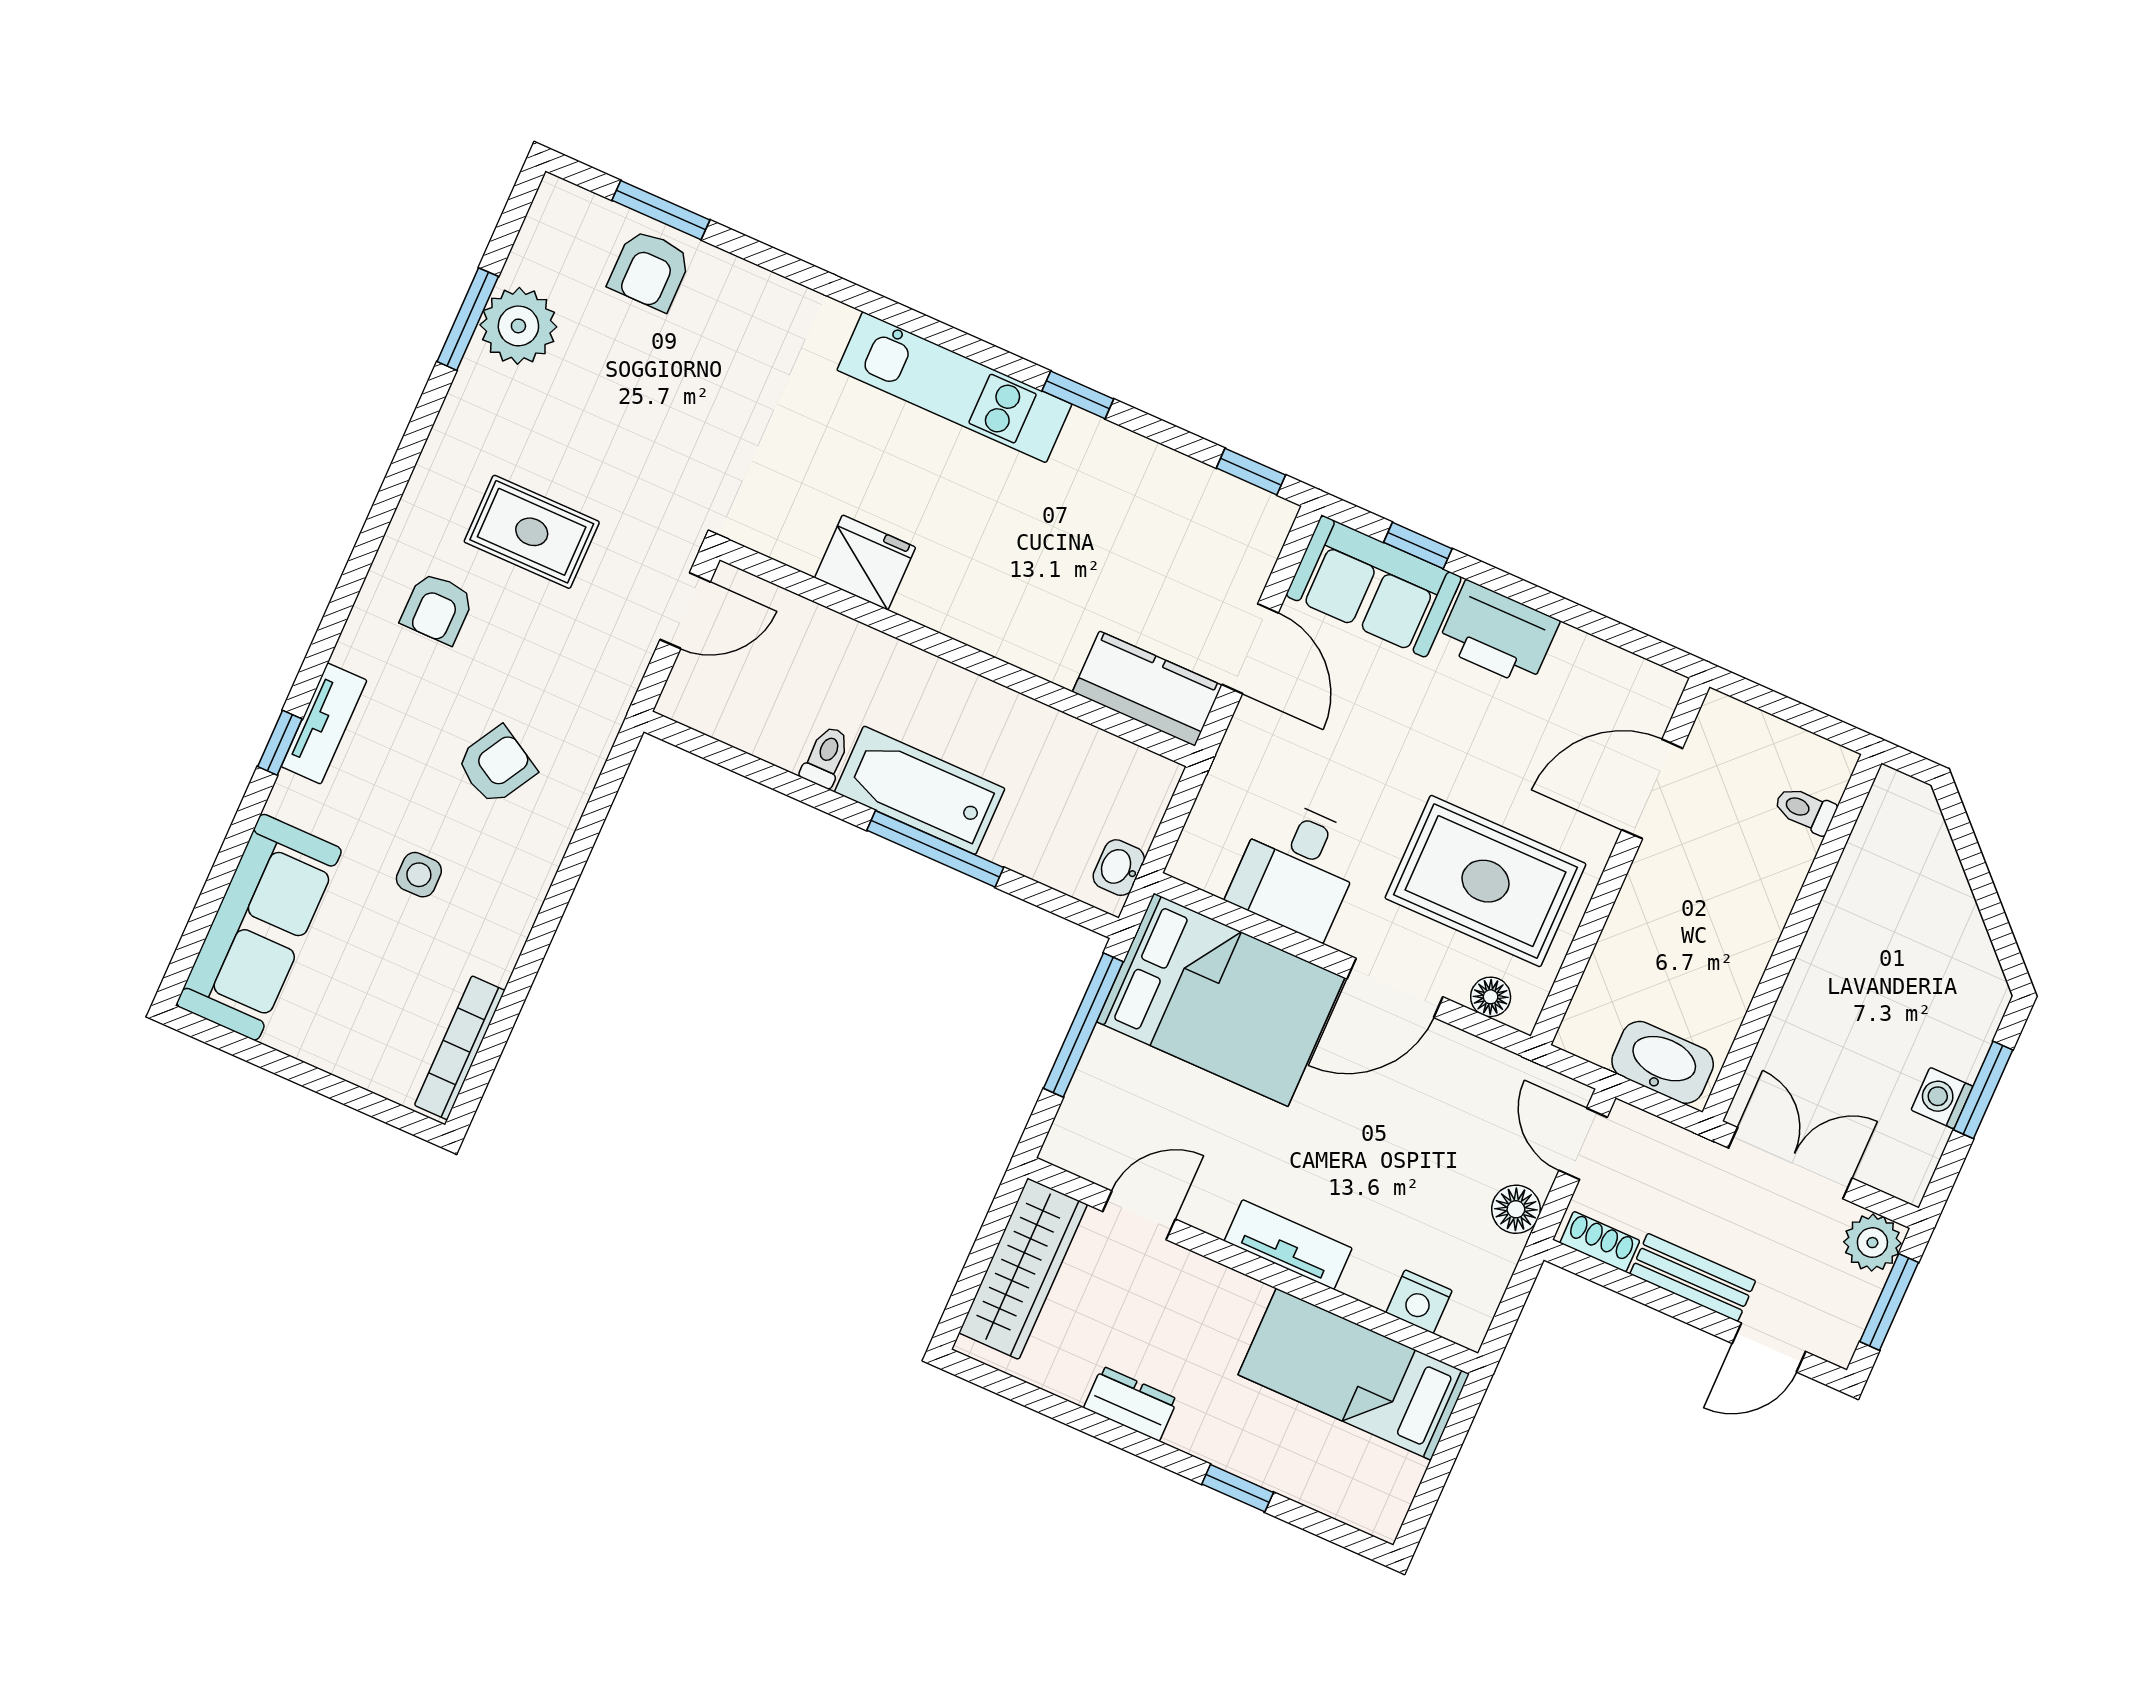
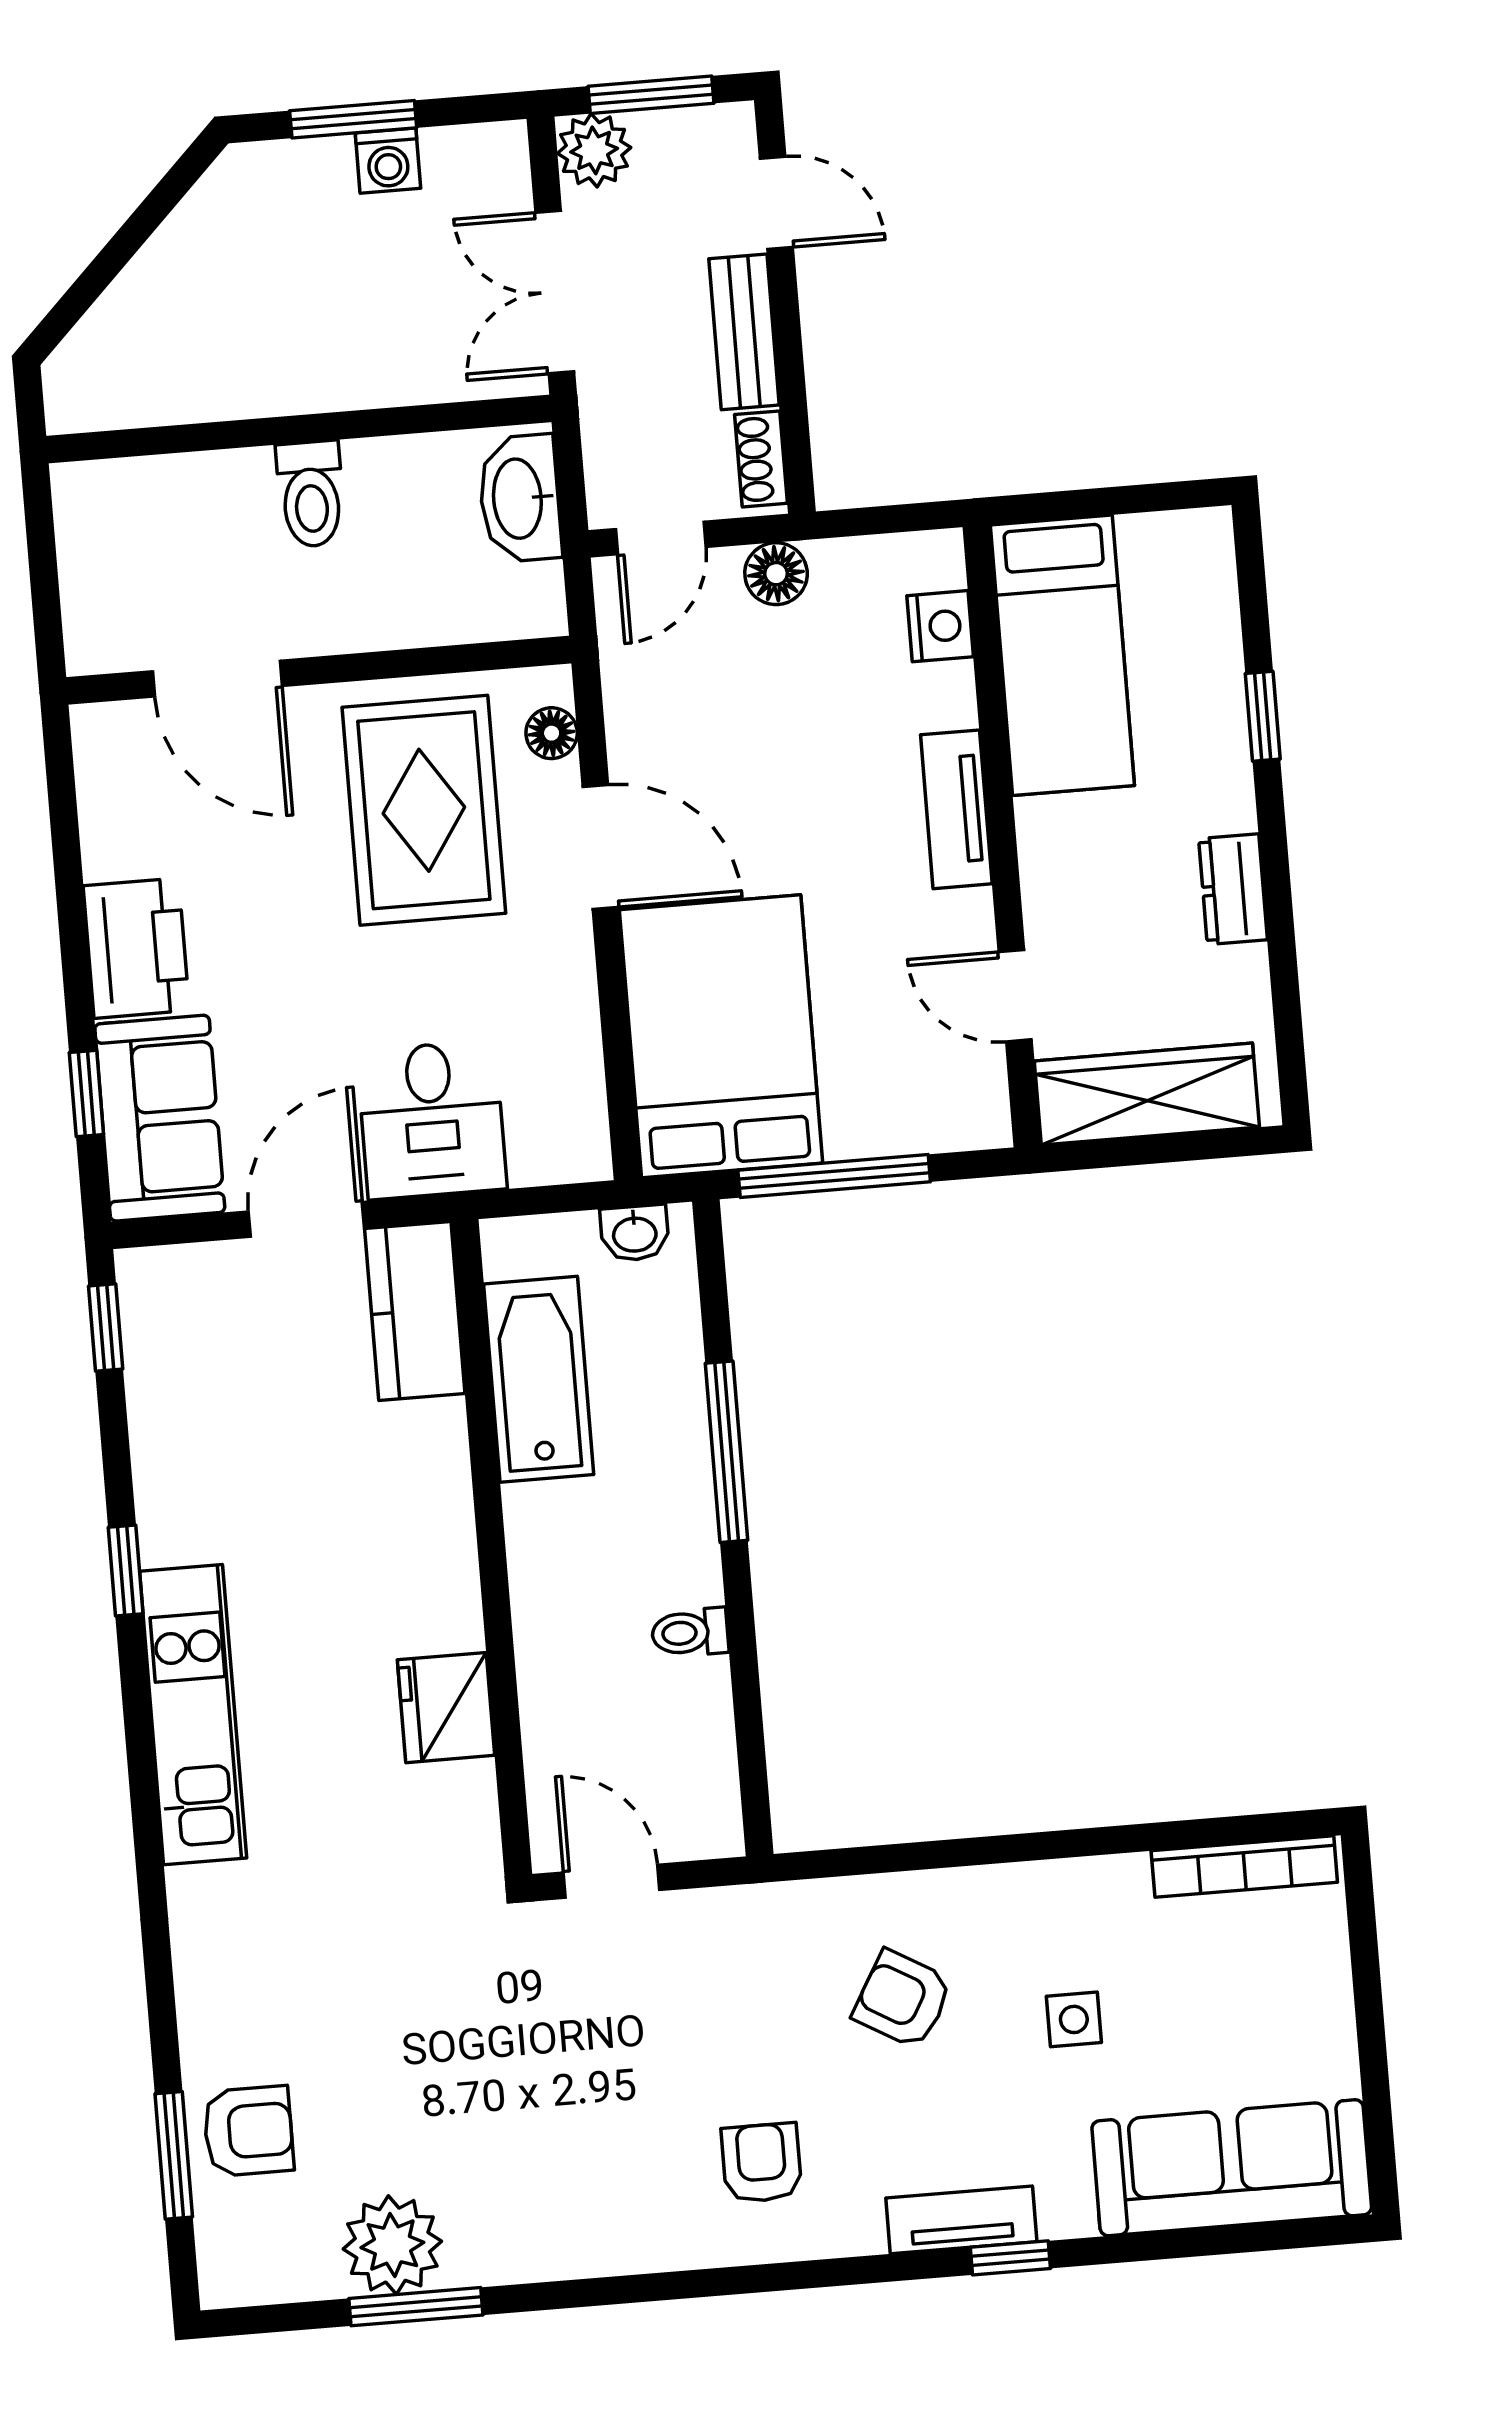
rug: (532, 532) -> (617, 2103), removed
armchair: (437, 608) -> (761, 2163), turned -90
bathtub: (920, 790) -> (539, 1379), moved, turned 180
toilet: (1805, 810) -> (311, 494), moved, width x1.37, depth x1.39
desk: (1297, 869) -> (432, 1120), moved, turned 90

